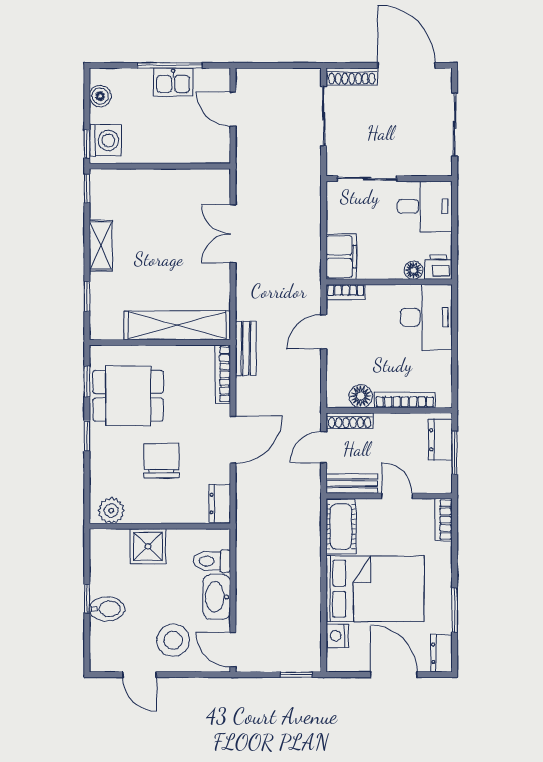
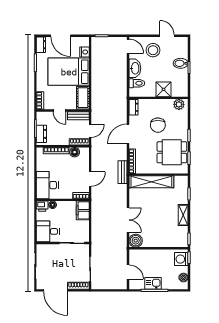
boiler: (215, 184) -> (136, 241), added

